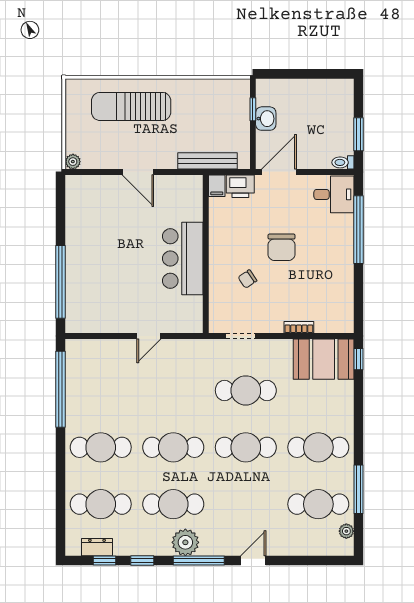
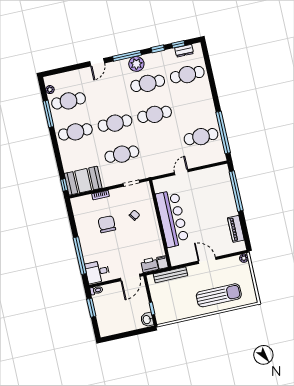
washbasin: (266, 119) -> (147, 320), moved
piano: (75, 216) -> (236, 229), added
chair: (282, 247) -> (107, 224), moved
bar counter: (183, 259) -> (172, 219), width x1.36
cafe table: (101, 447) -> (201, 137), moved

